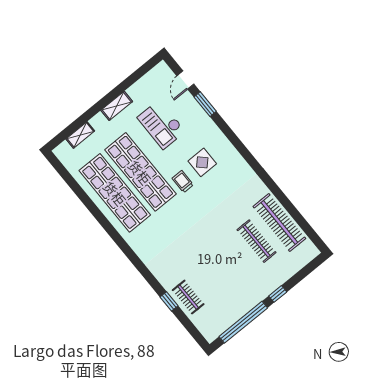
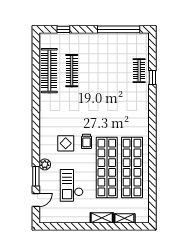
shelving: (117, 106) -> (102, 218), moved
plant: (206, 123) -> (45, 164), added
checkout: (161, 124) -> (72, 185), turned 180
window: (278, 294) -> (63, 29), moved

